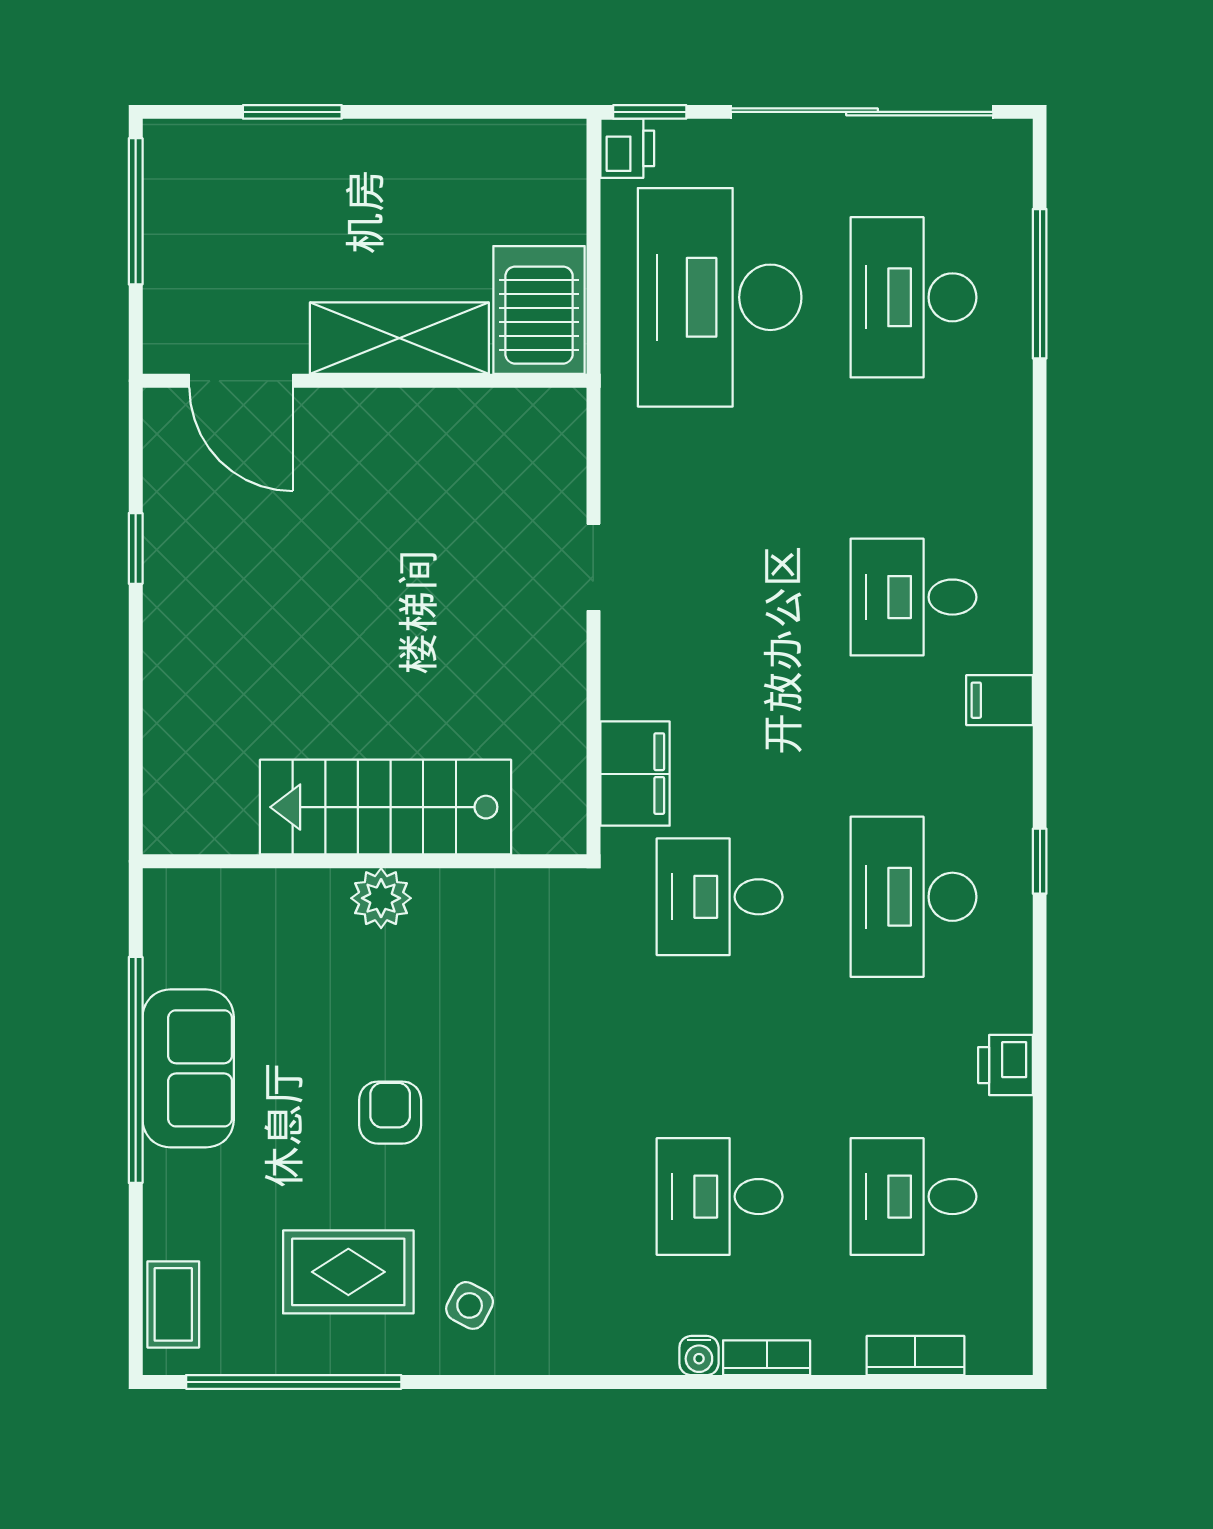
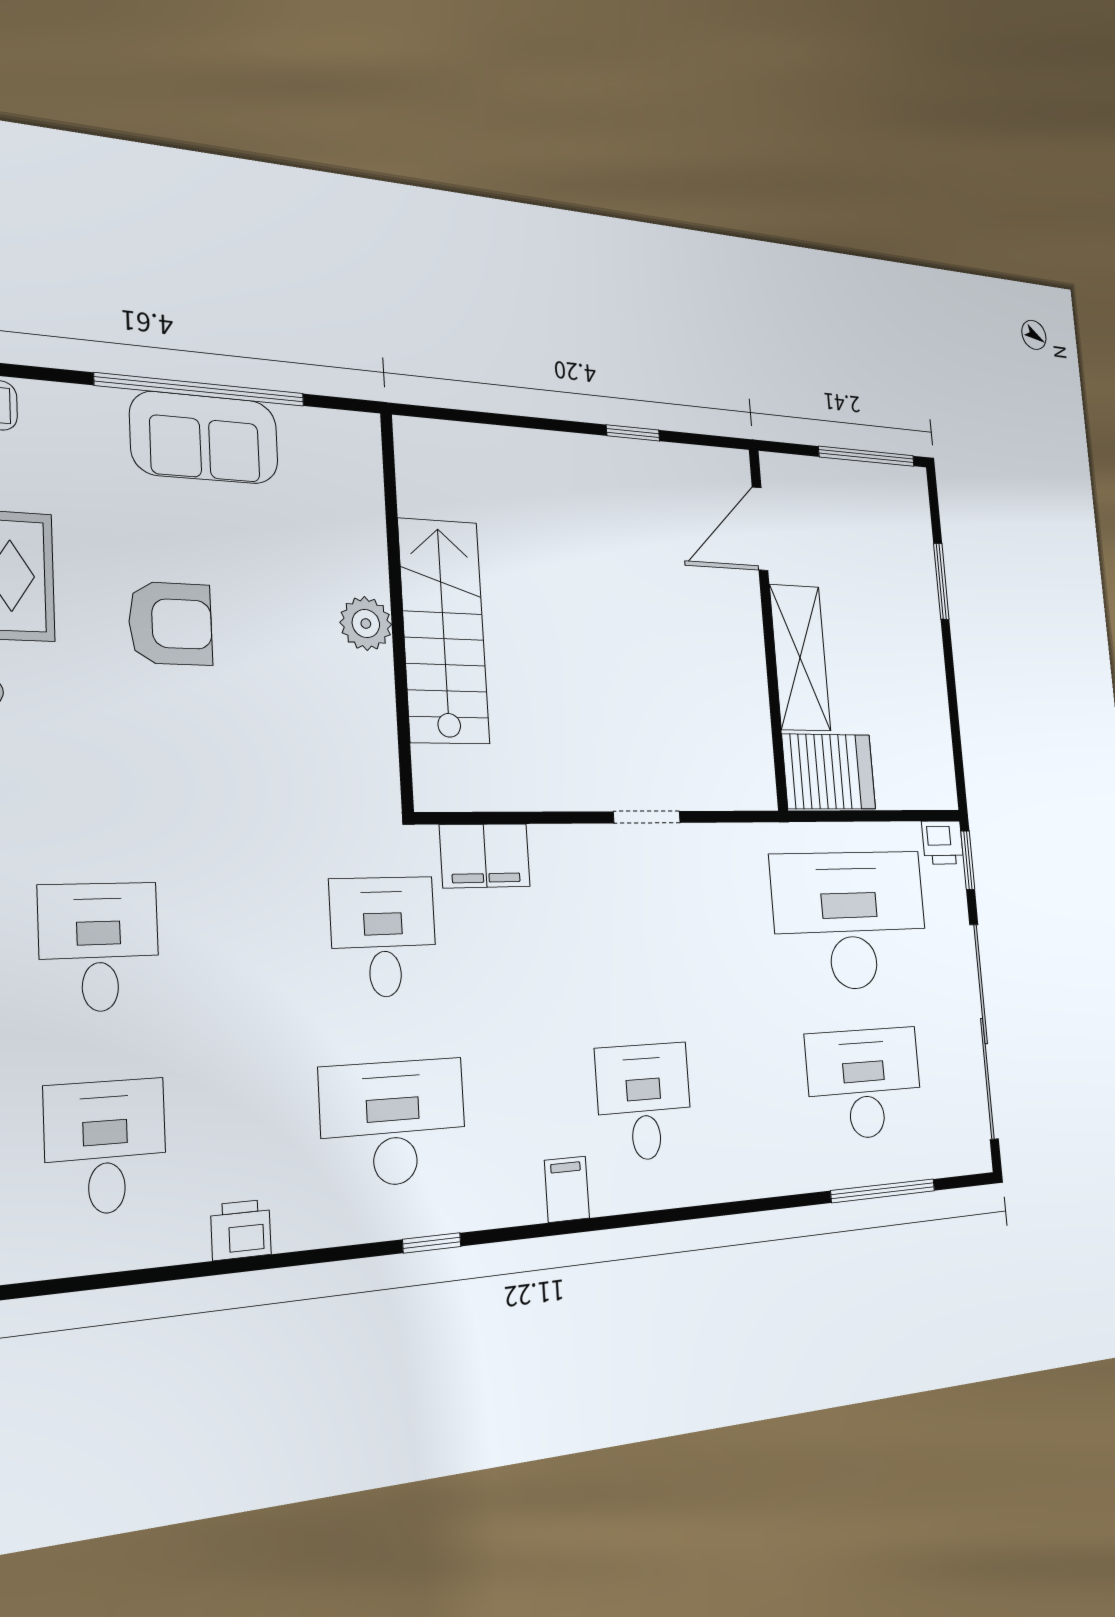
armchair: (390, 1113) -> (170, 623), width x1.38, depth x1.38

